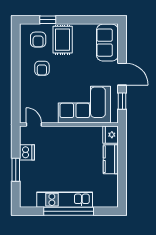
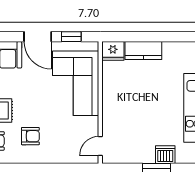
door: (122, 74) -> (38, 37), swing flipped
dishwasher: (27, 152) -> (165, 155), moved

